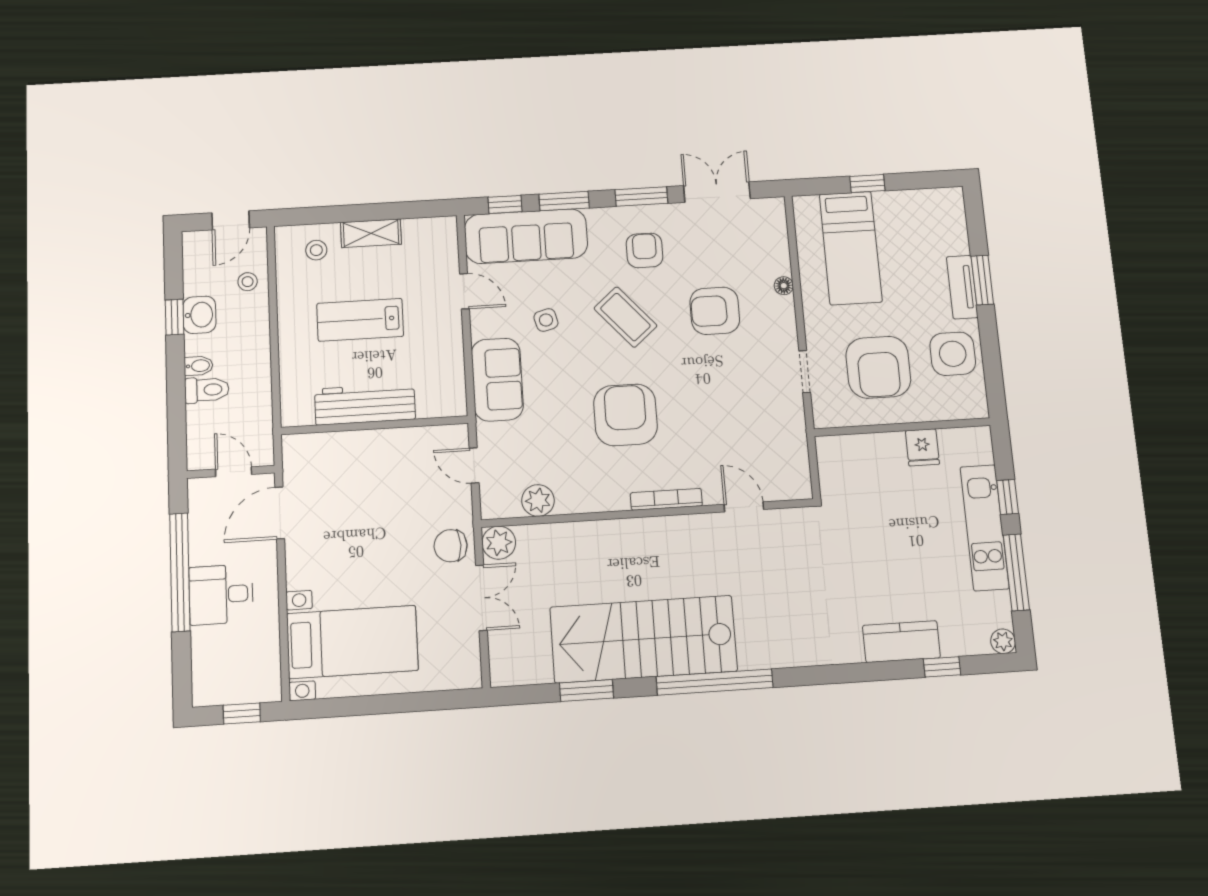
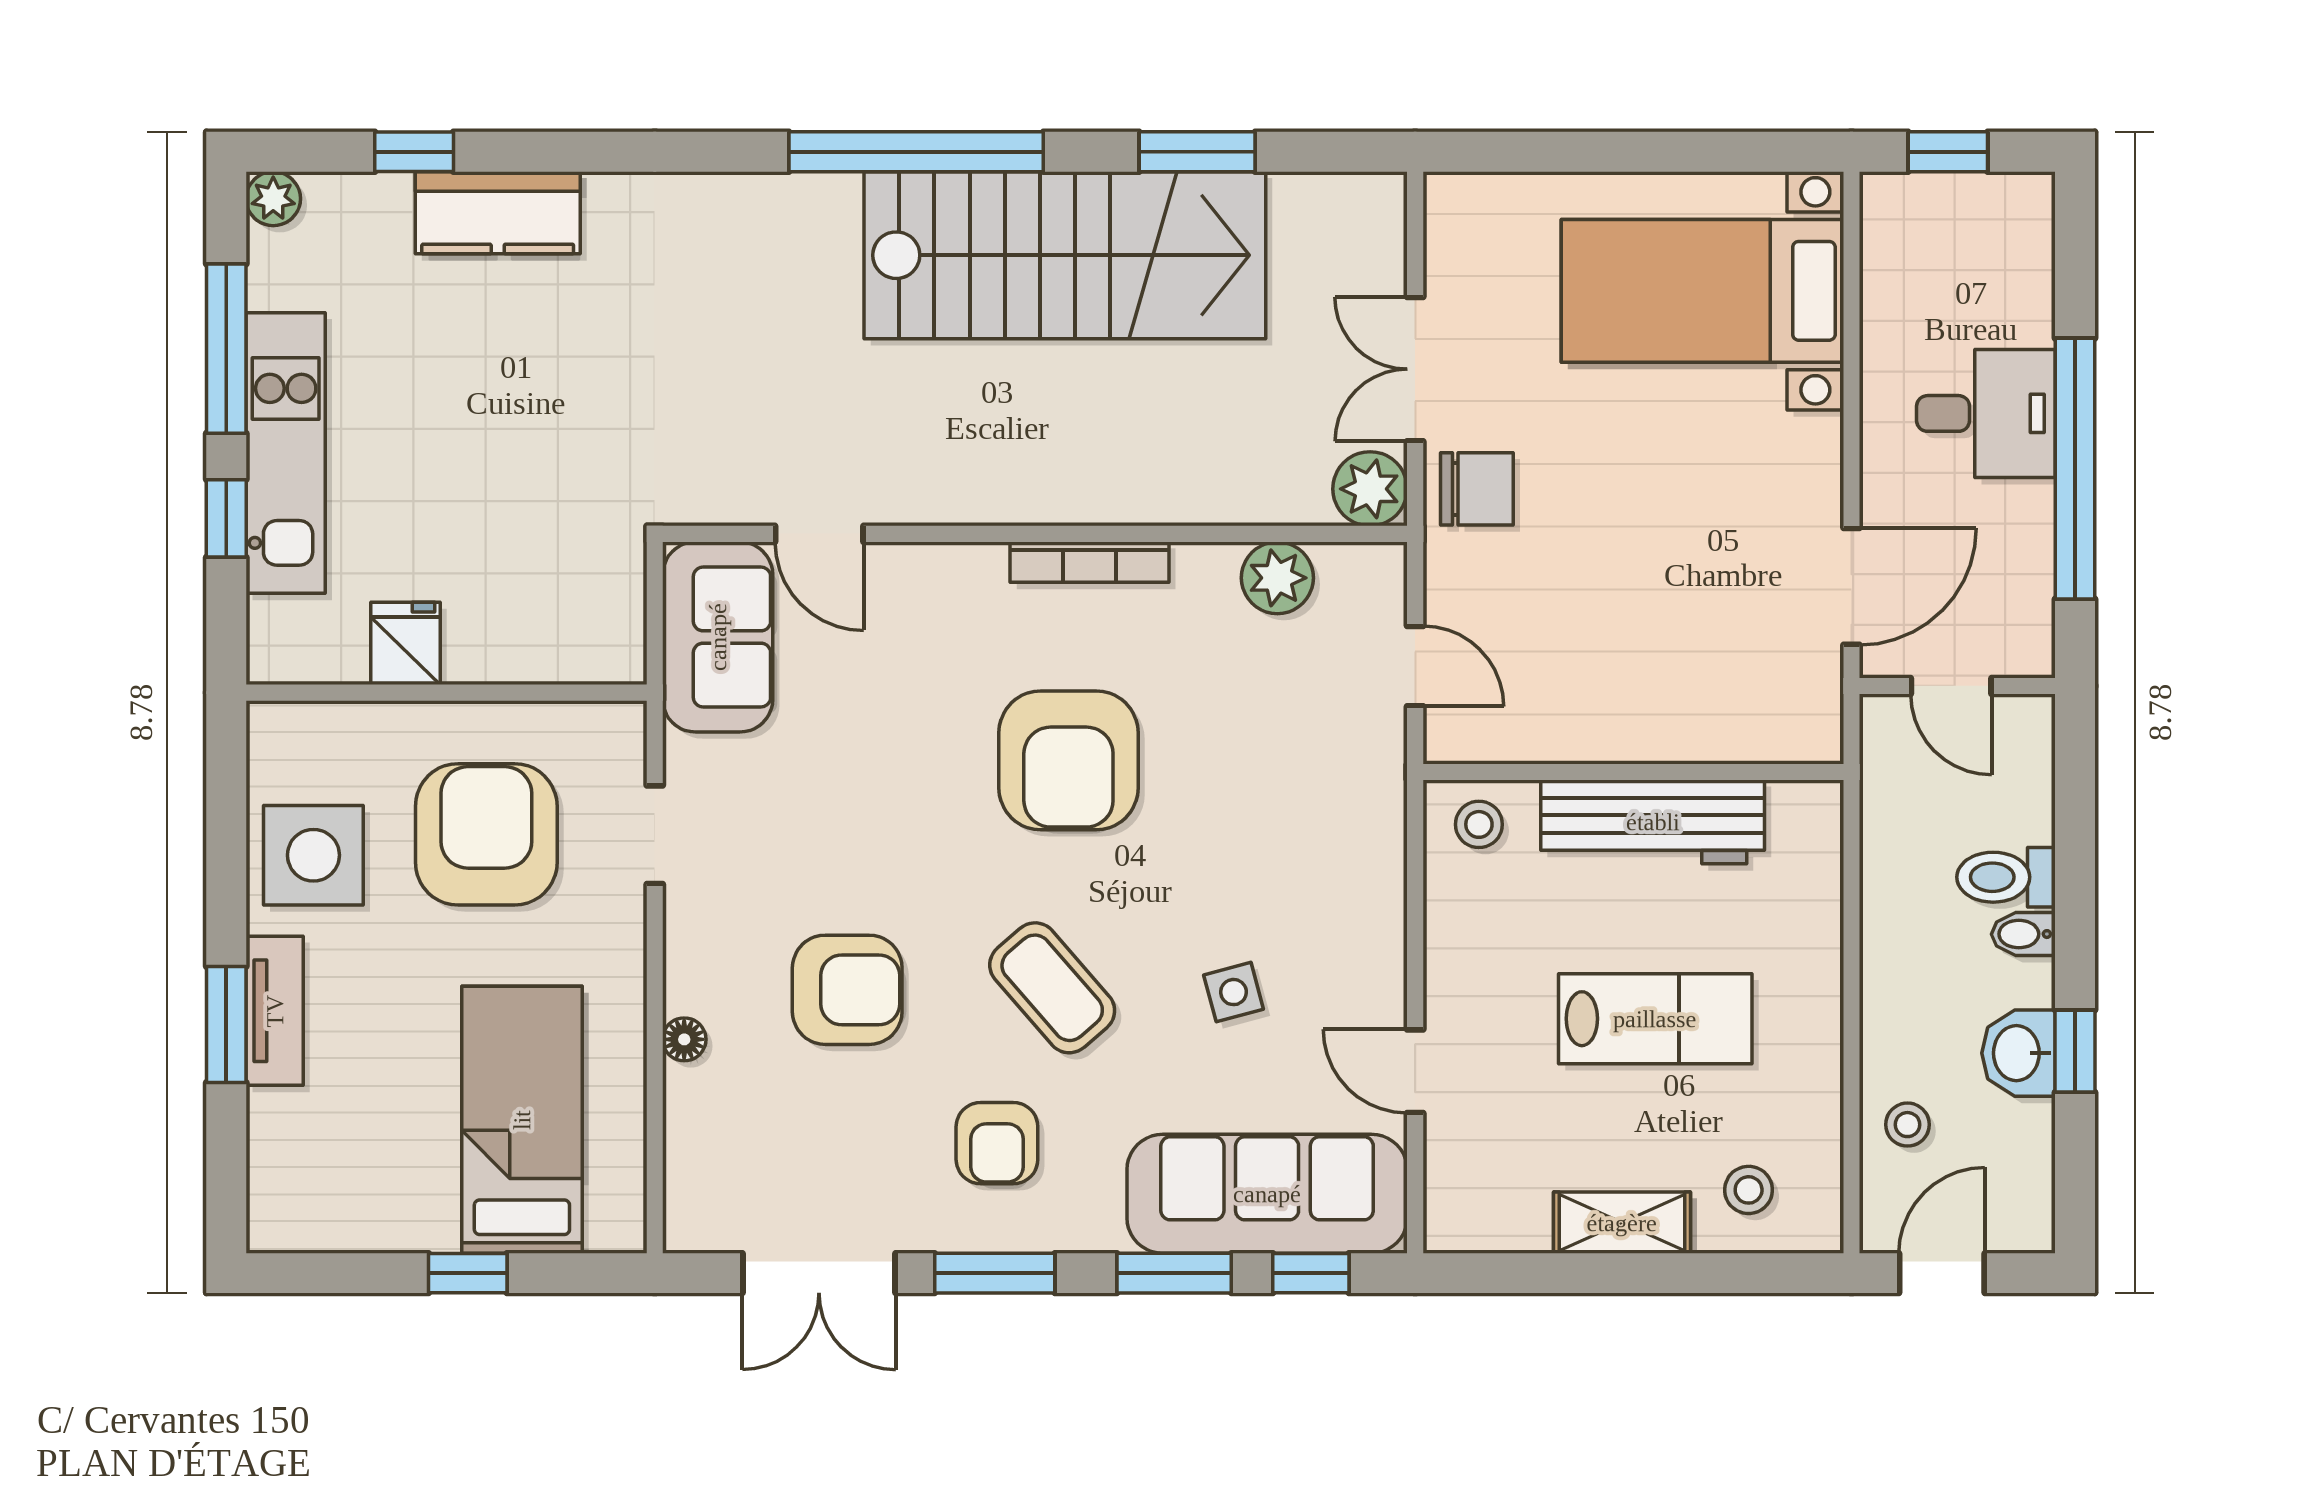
sofa: (497, 380) -> (718, 637), moved, turned 180
stool: (442, 398) -> (1479, 824), added
bookcase: (666, 499) -> (1090, 562), moved

